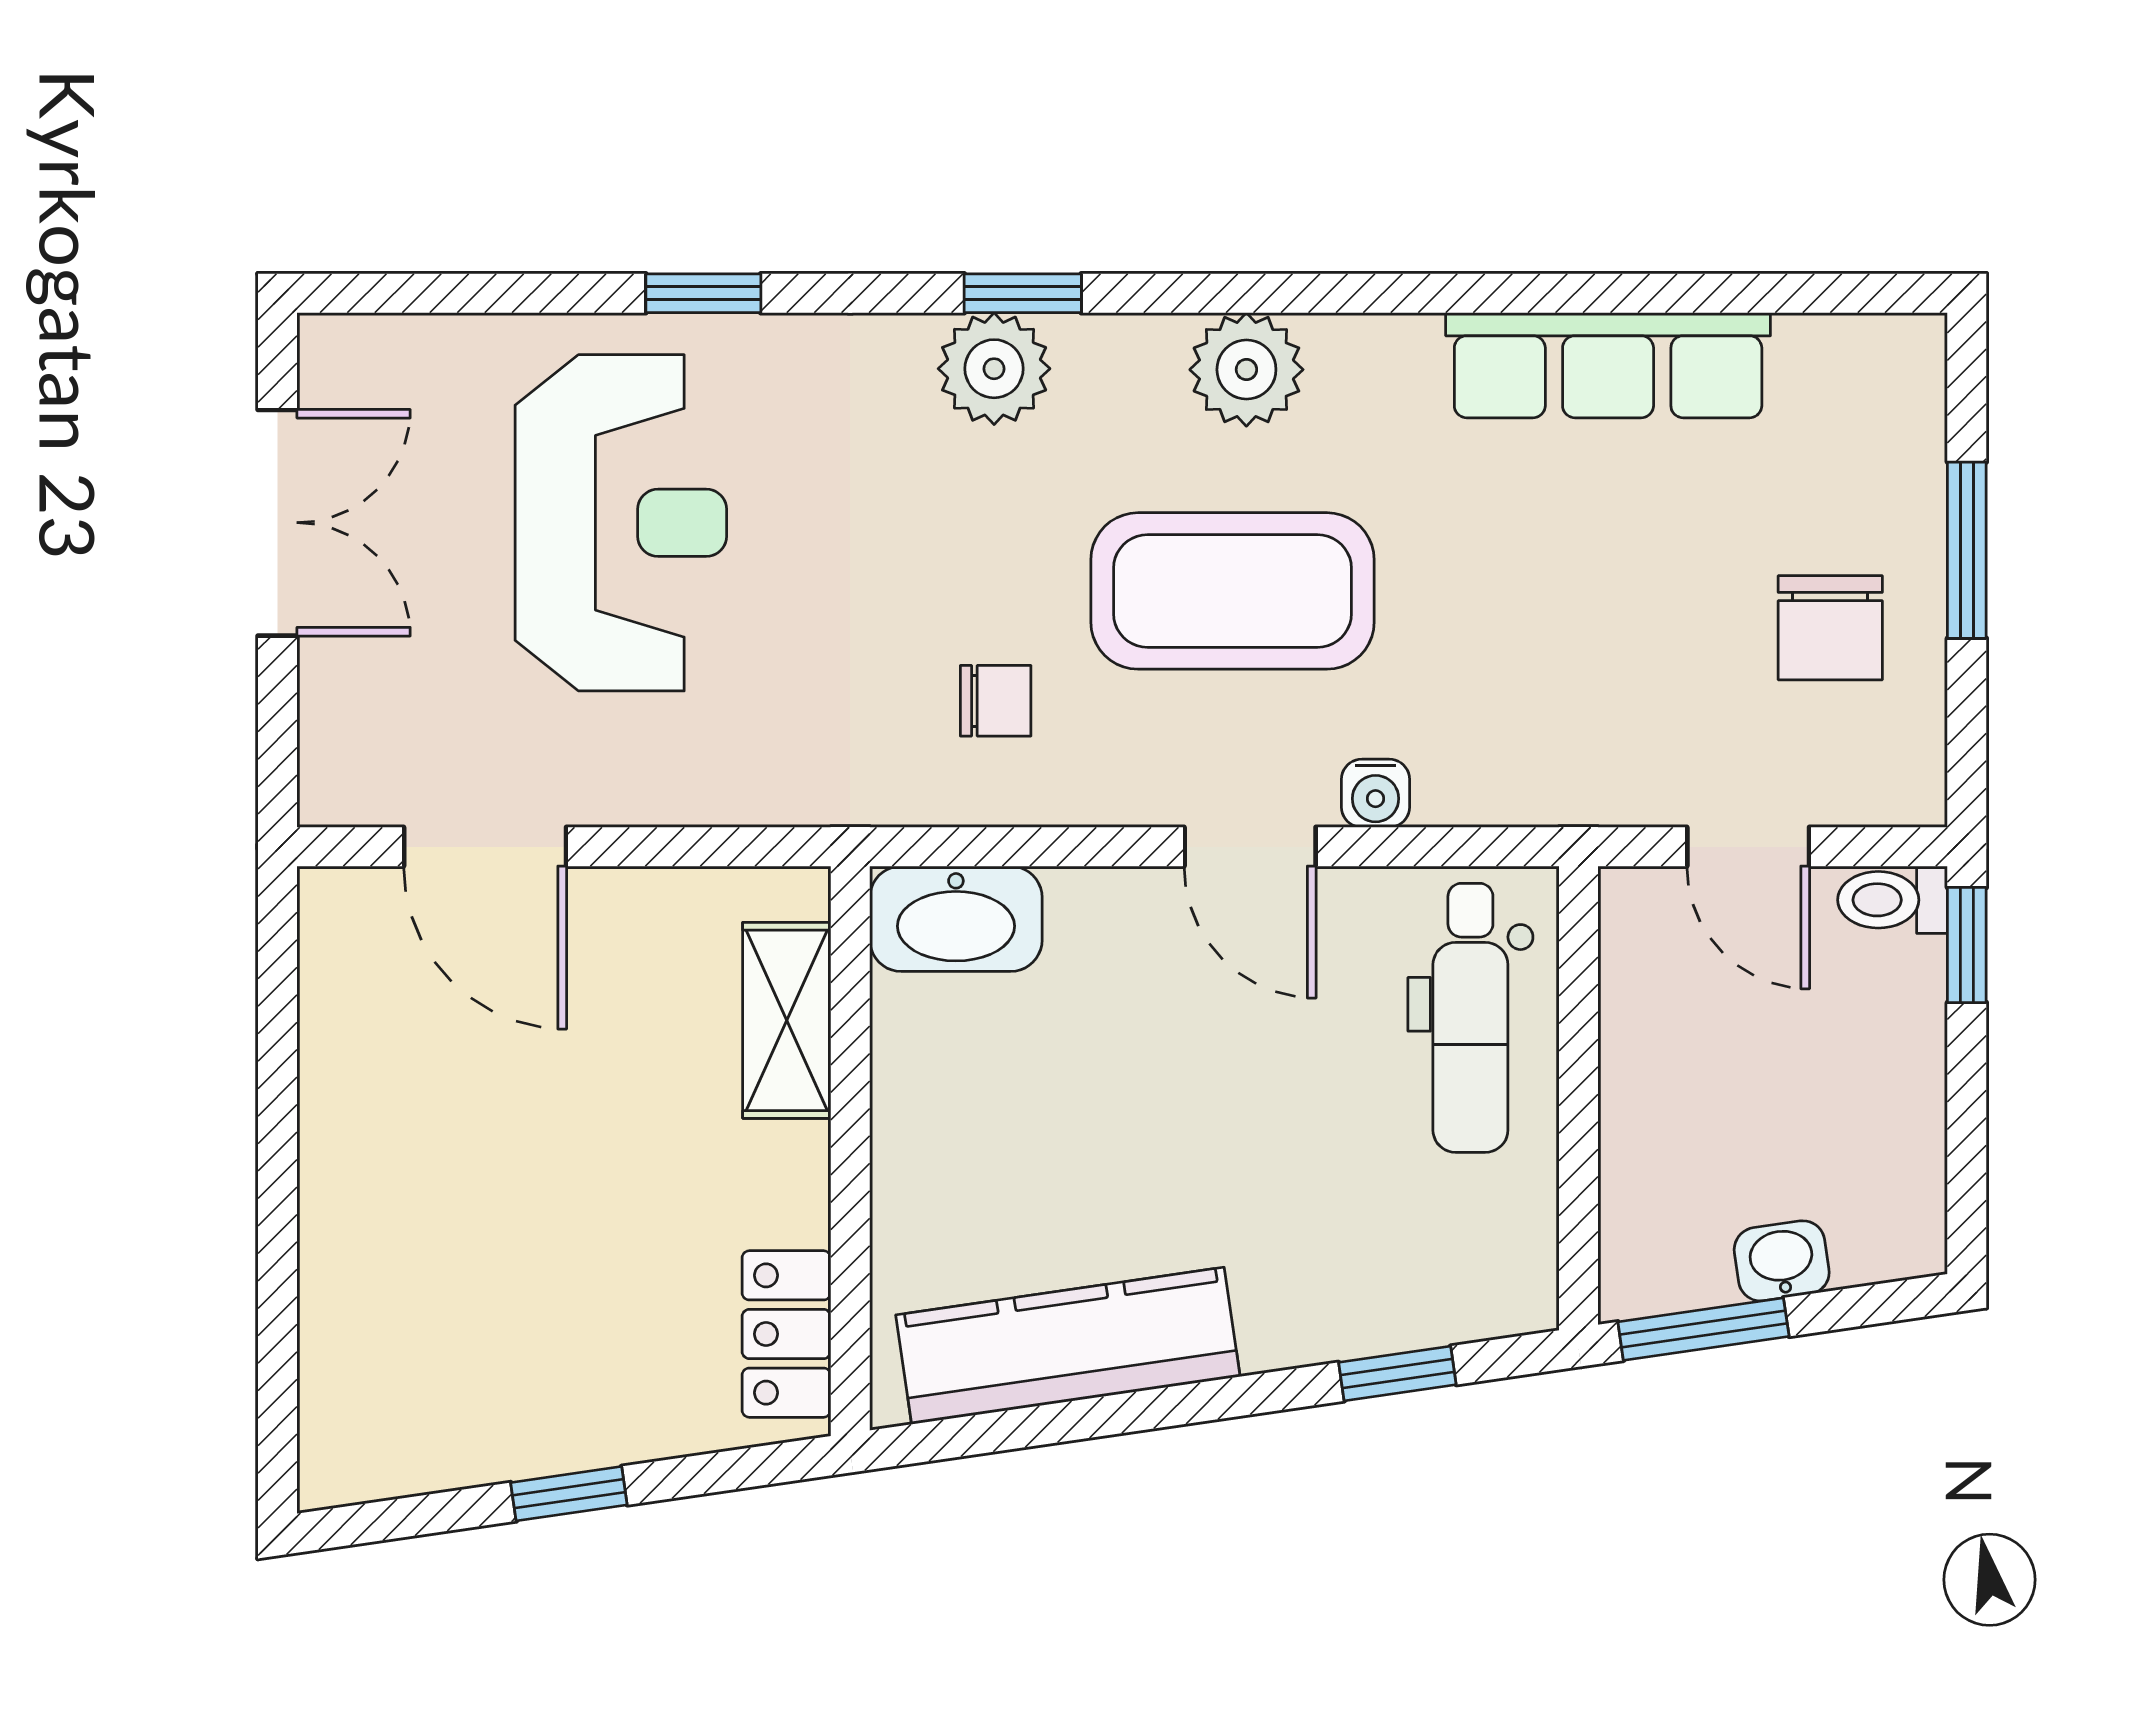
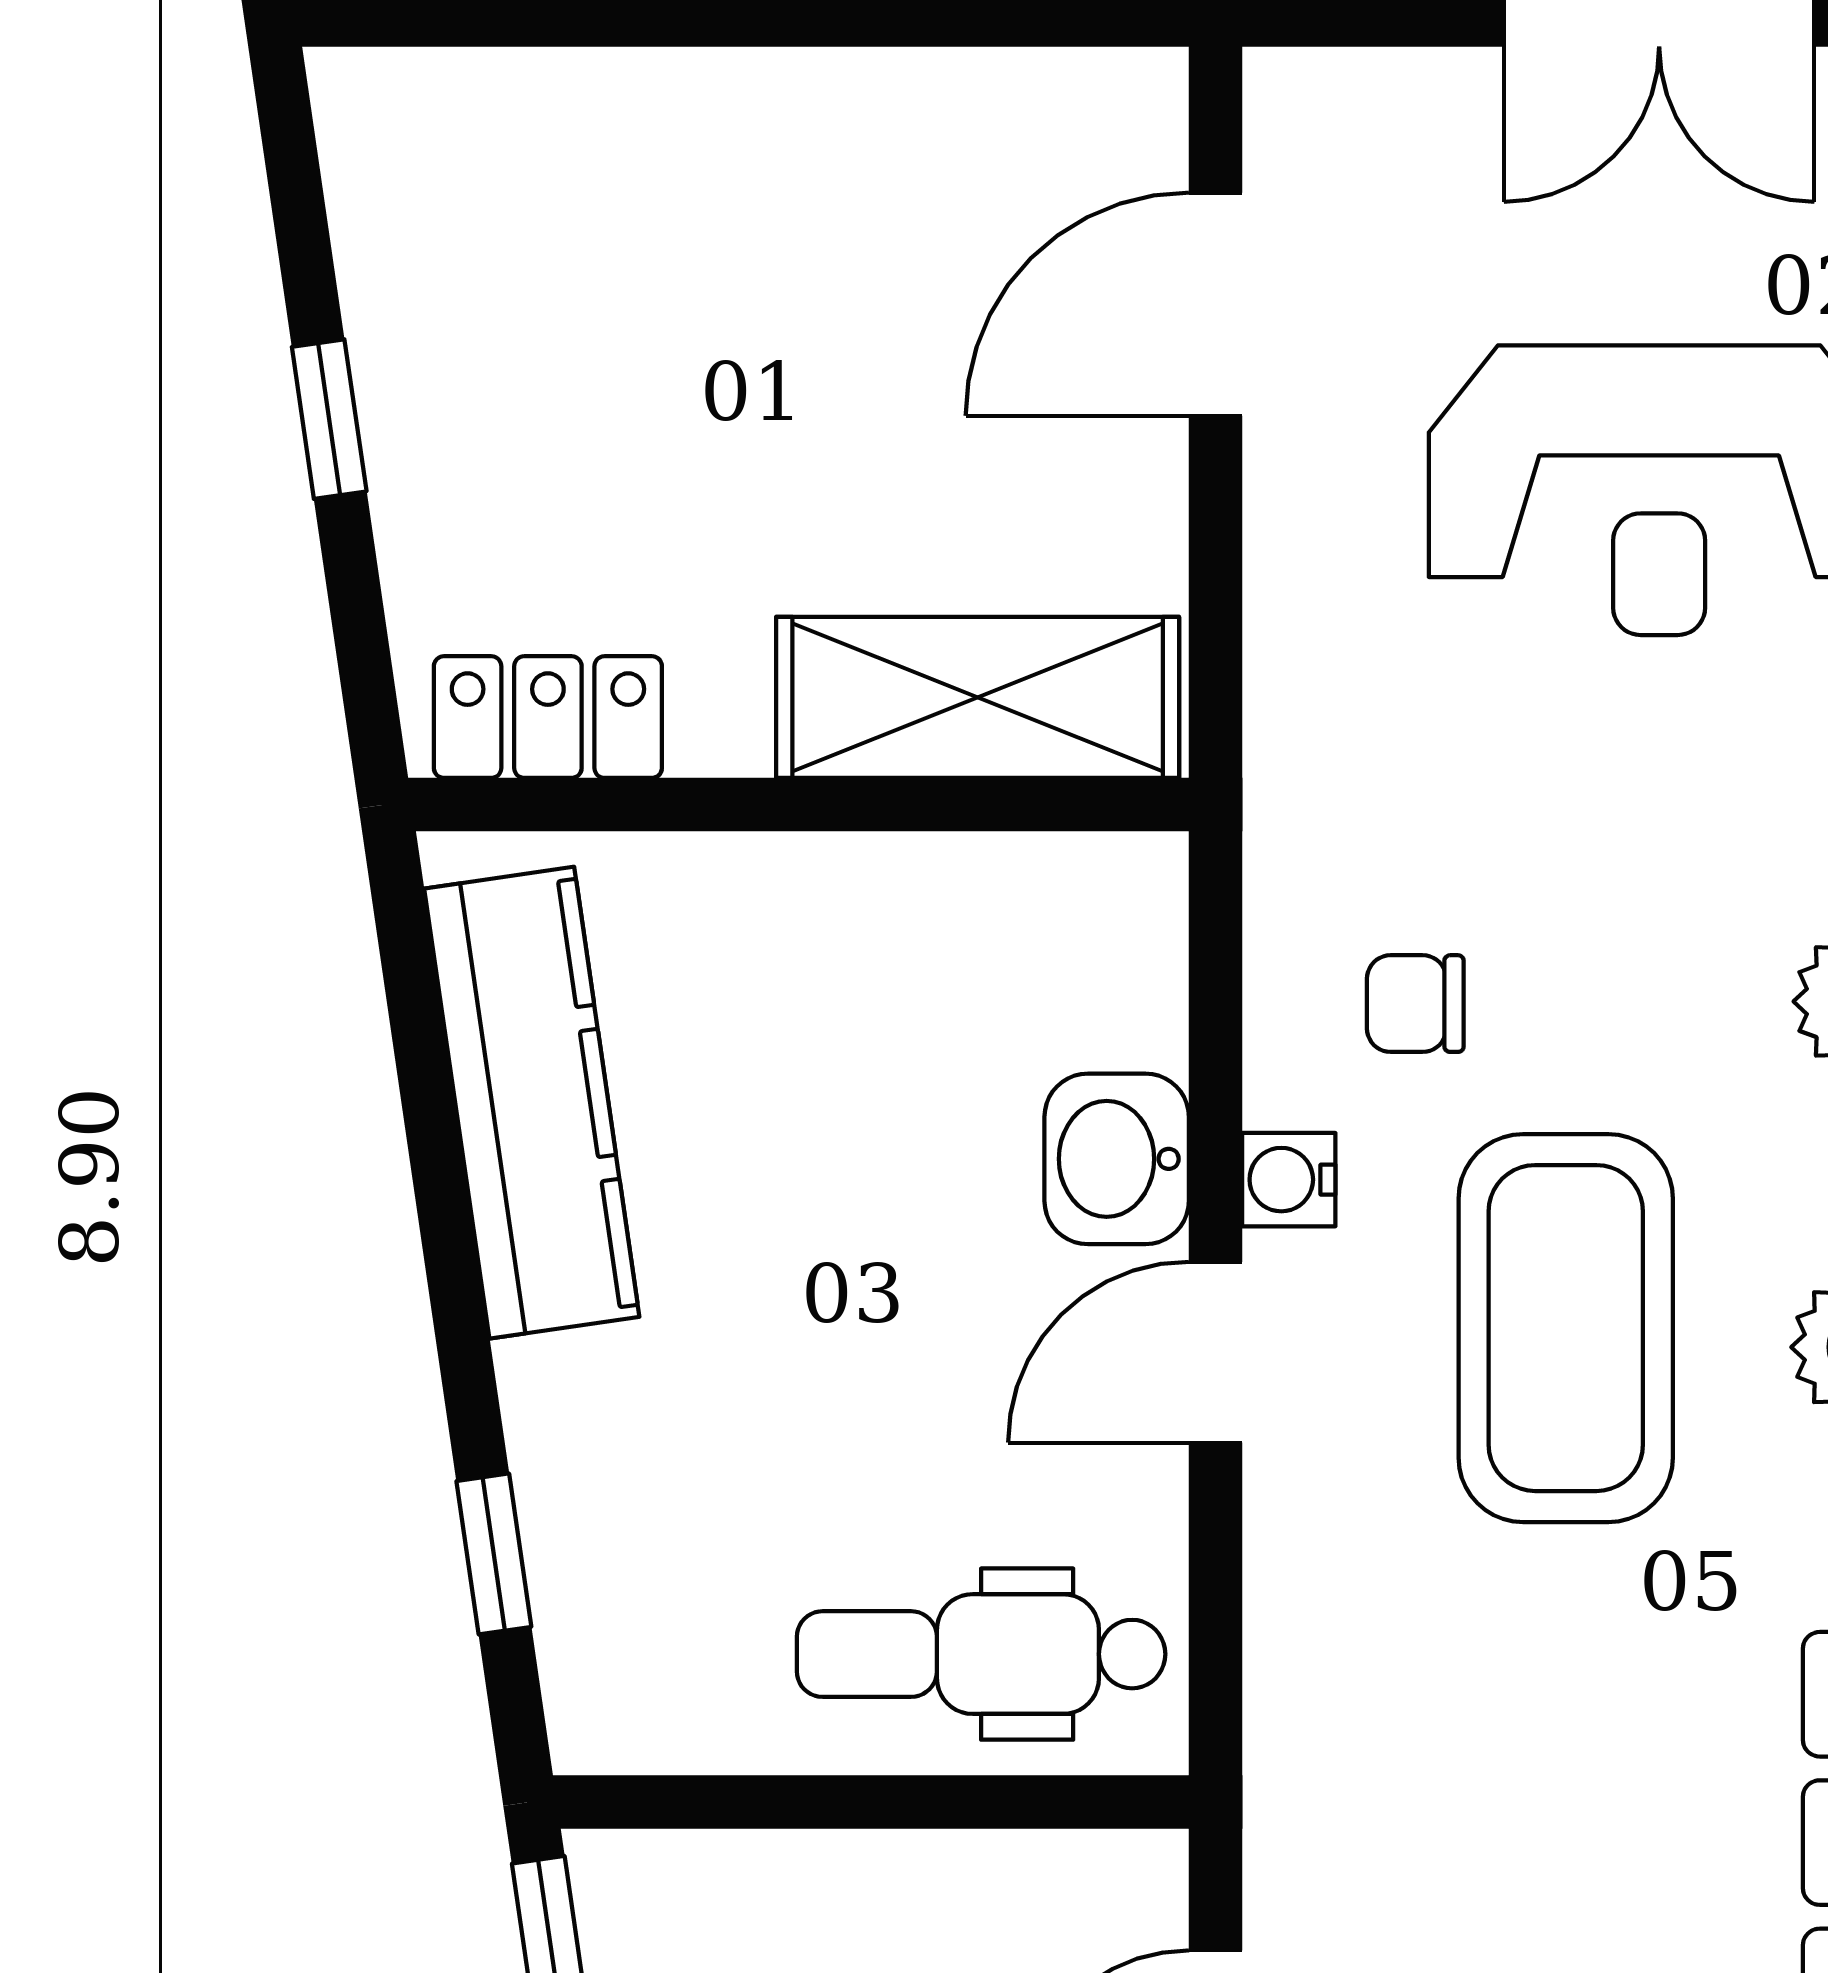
chair: (996, 701) -> (1415, 1004), turned 90
water cooler: (1376, 793) -> (1289, 1180), moved
washbasin: (956, 919) -> (1117, 1159), moved, width x0.72
shelving: (787, 1020) -> (978, 697), width x1.50, depth x1.33

